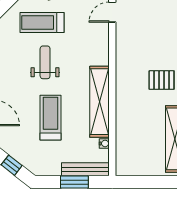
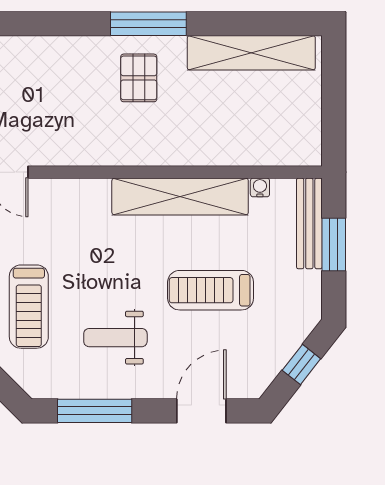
weight bench: (45, 62) -> (115, 338), moved

